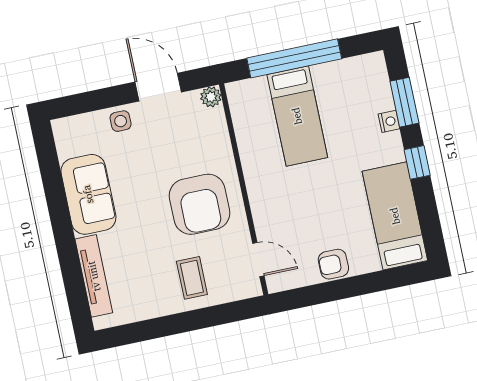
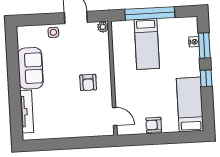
nightstand: (389, 121) -> (194, 42), moved
armchair: (199, 204) -> (88, 82), width x0.53, depth x0.53
coffee table: (192, 278) -> (78, 121), removed

